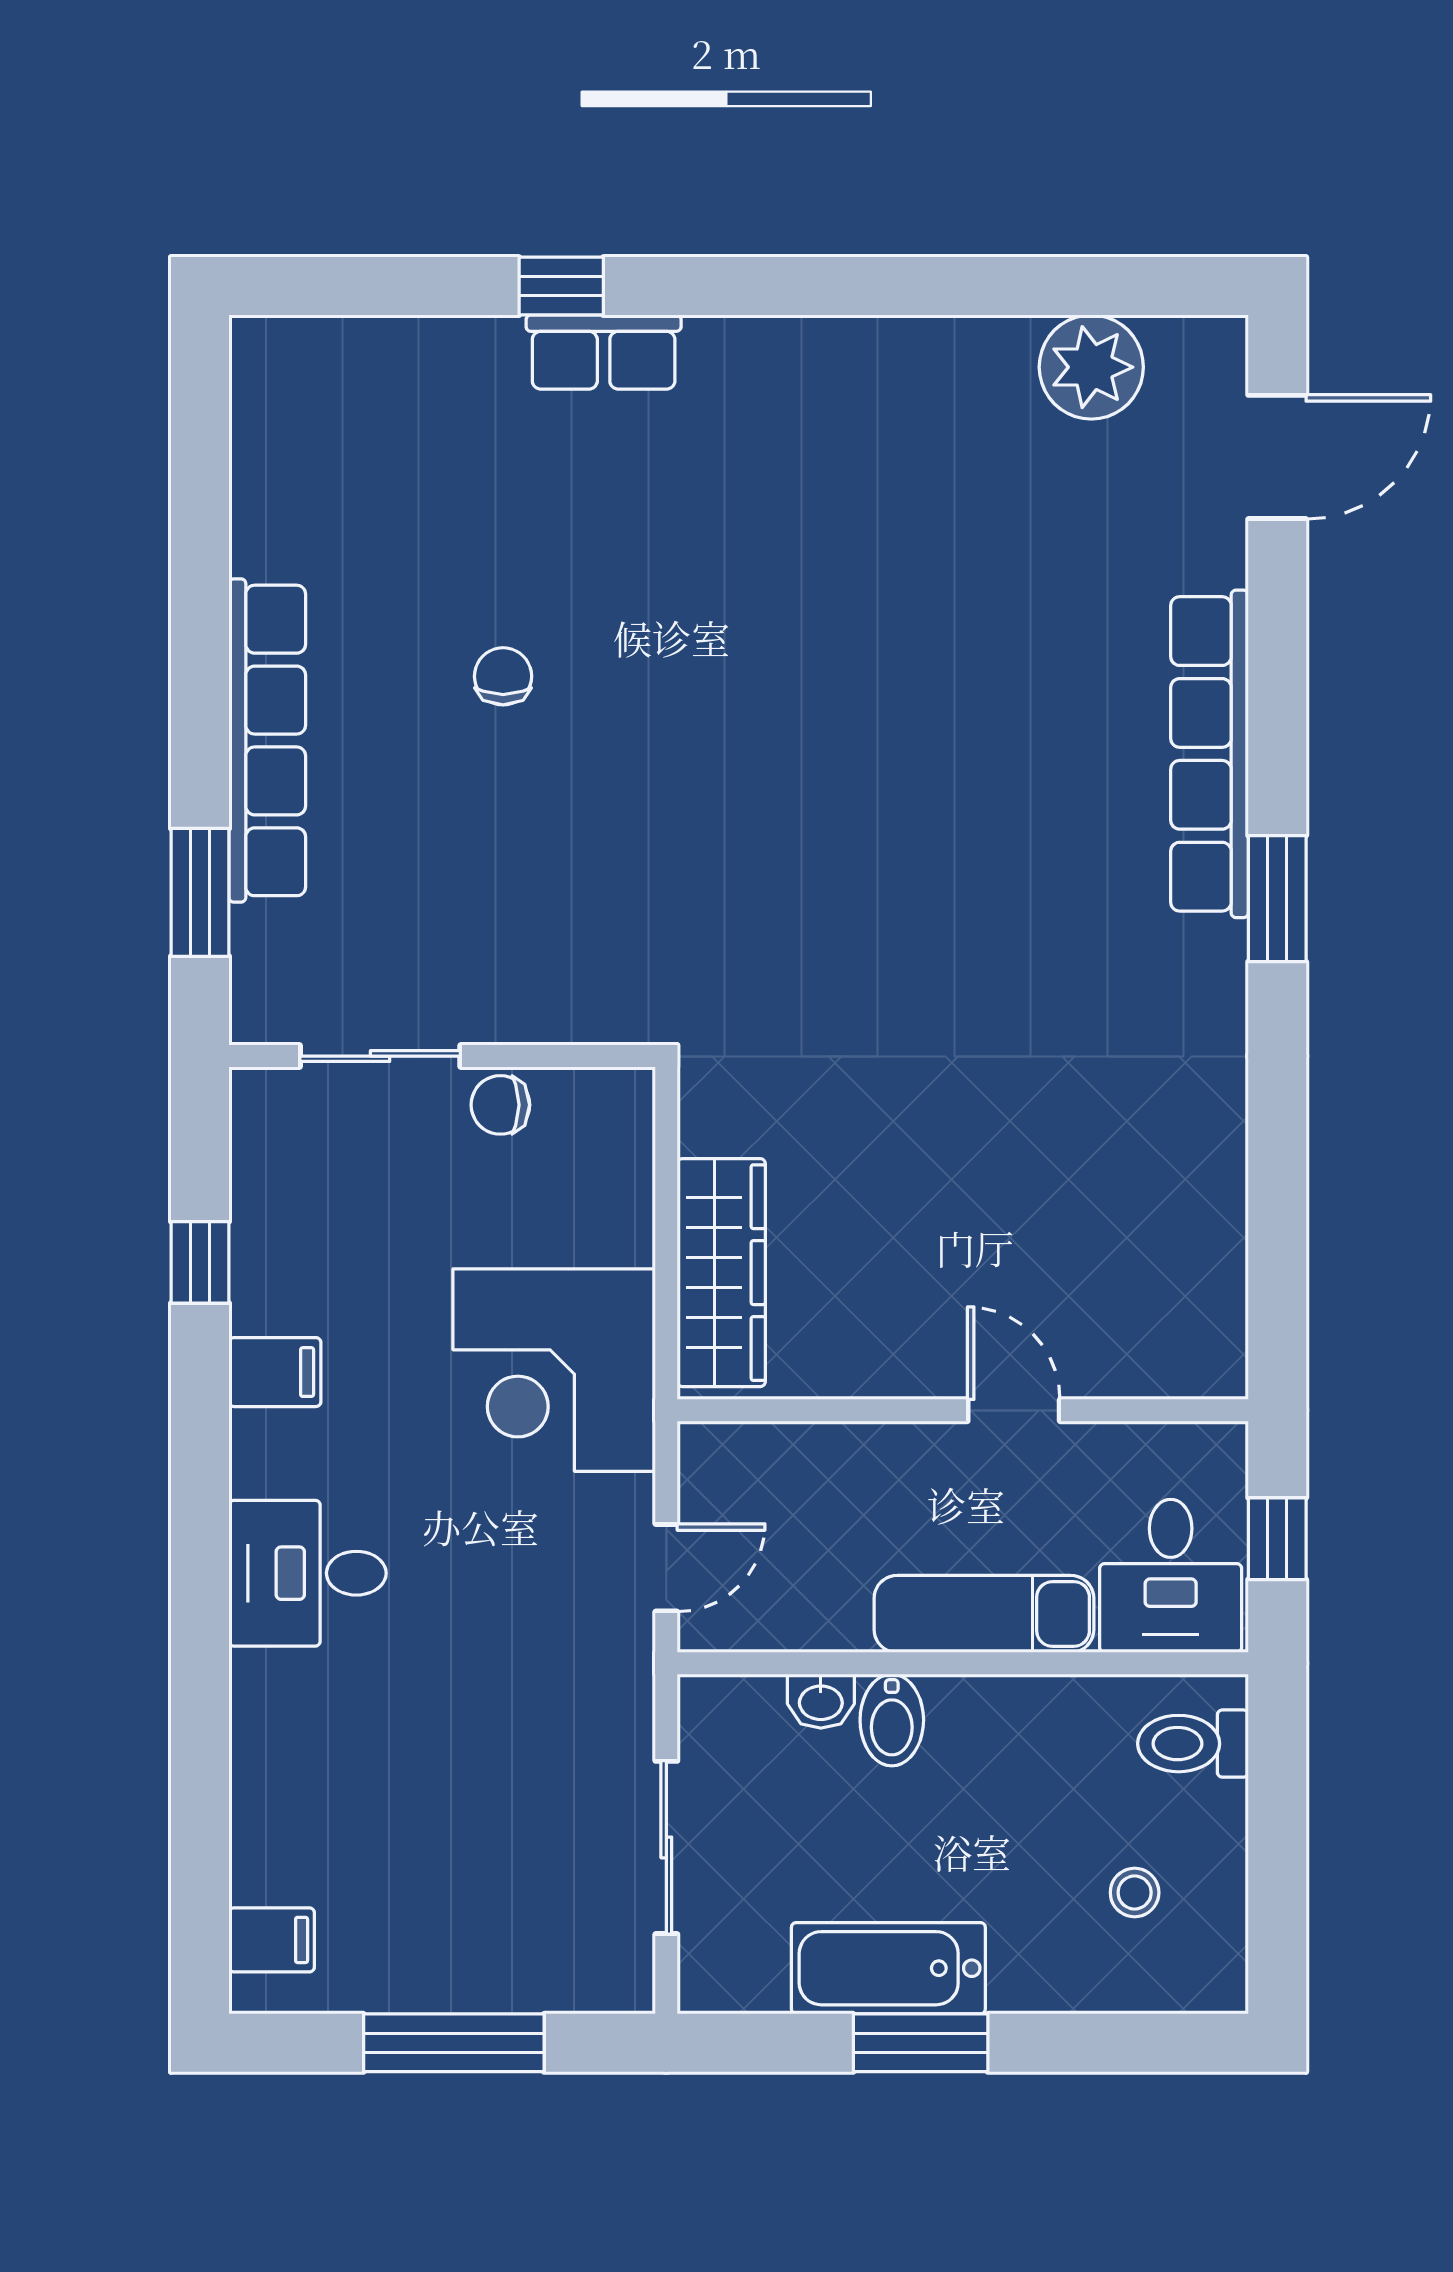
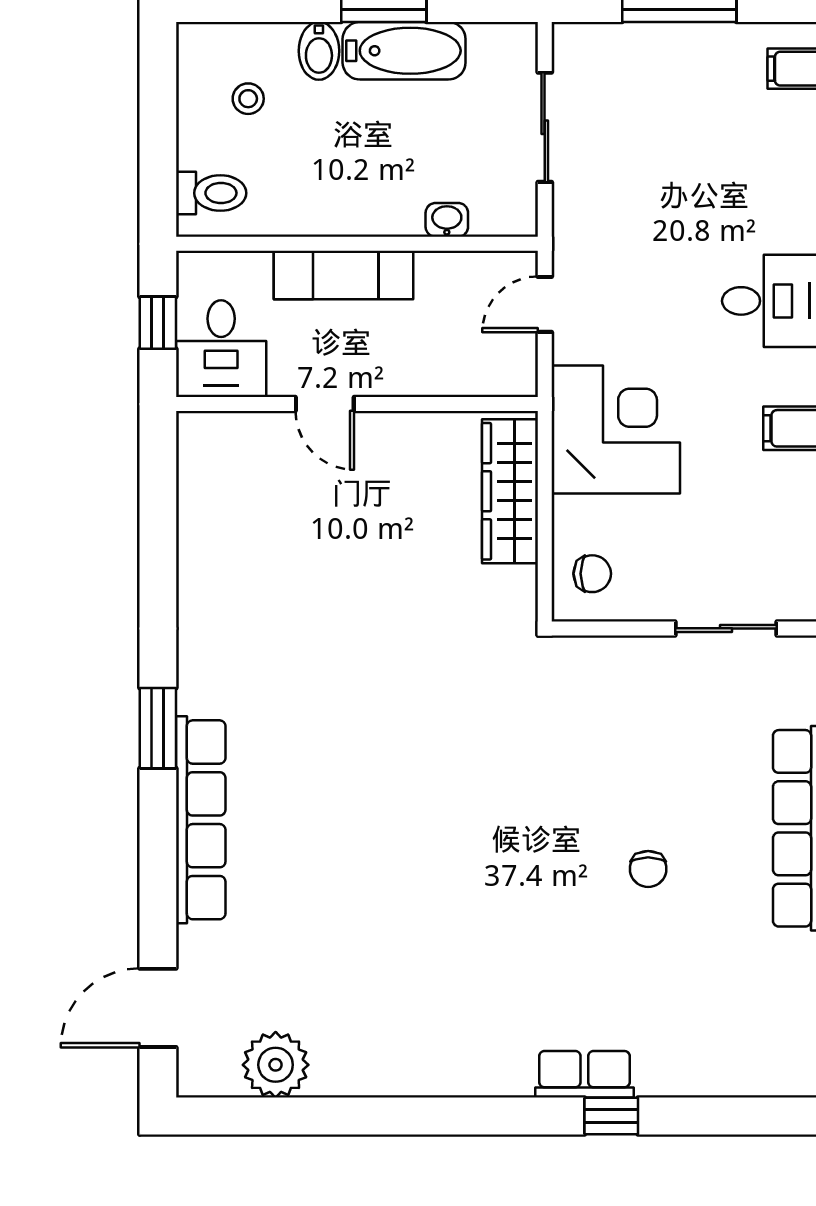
chair: (500, 1105) -> (592, 574), moved
desk: (1171, 1576) -> (221, 349), moved, turned 180
bidet: (892, 1720) -> (319, 51), moved, turned 180

